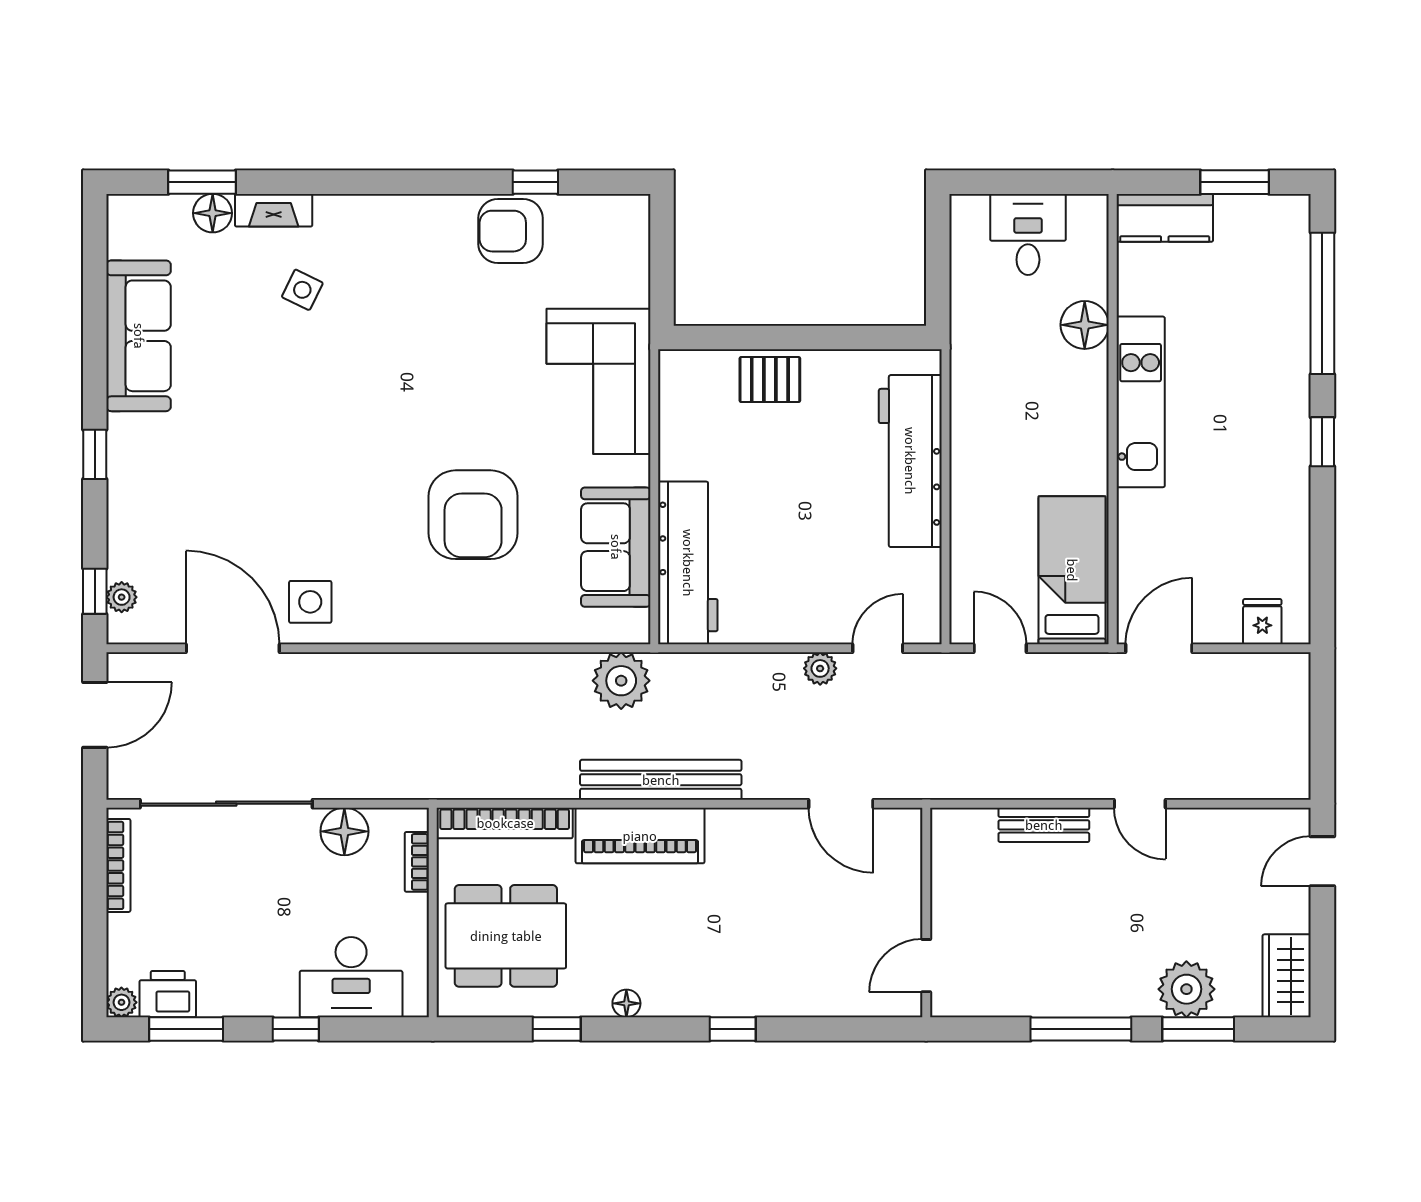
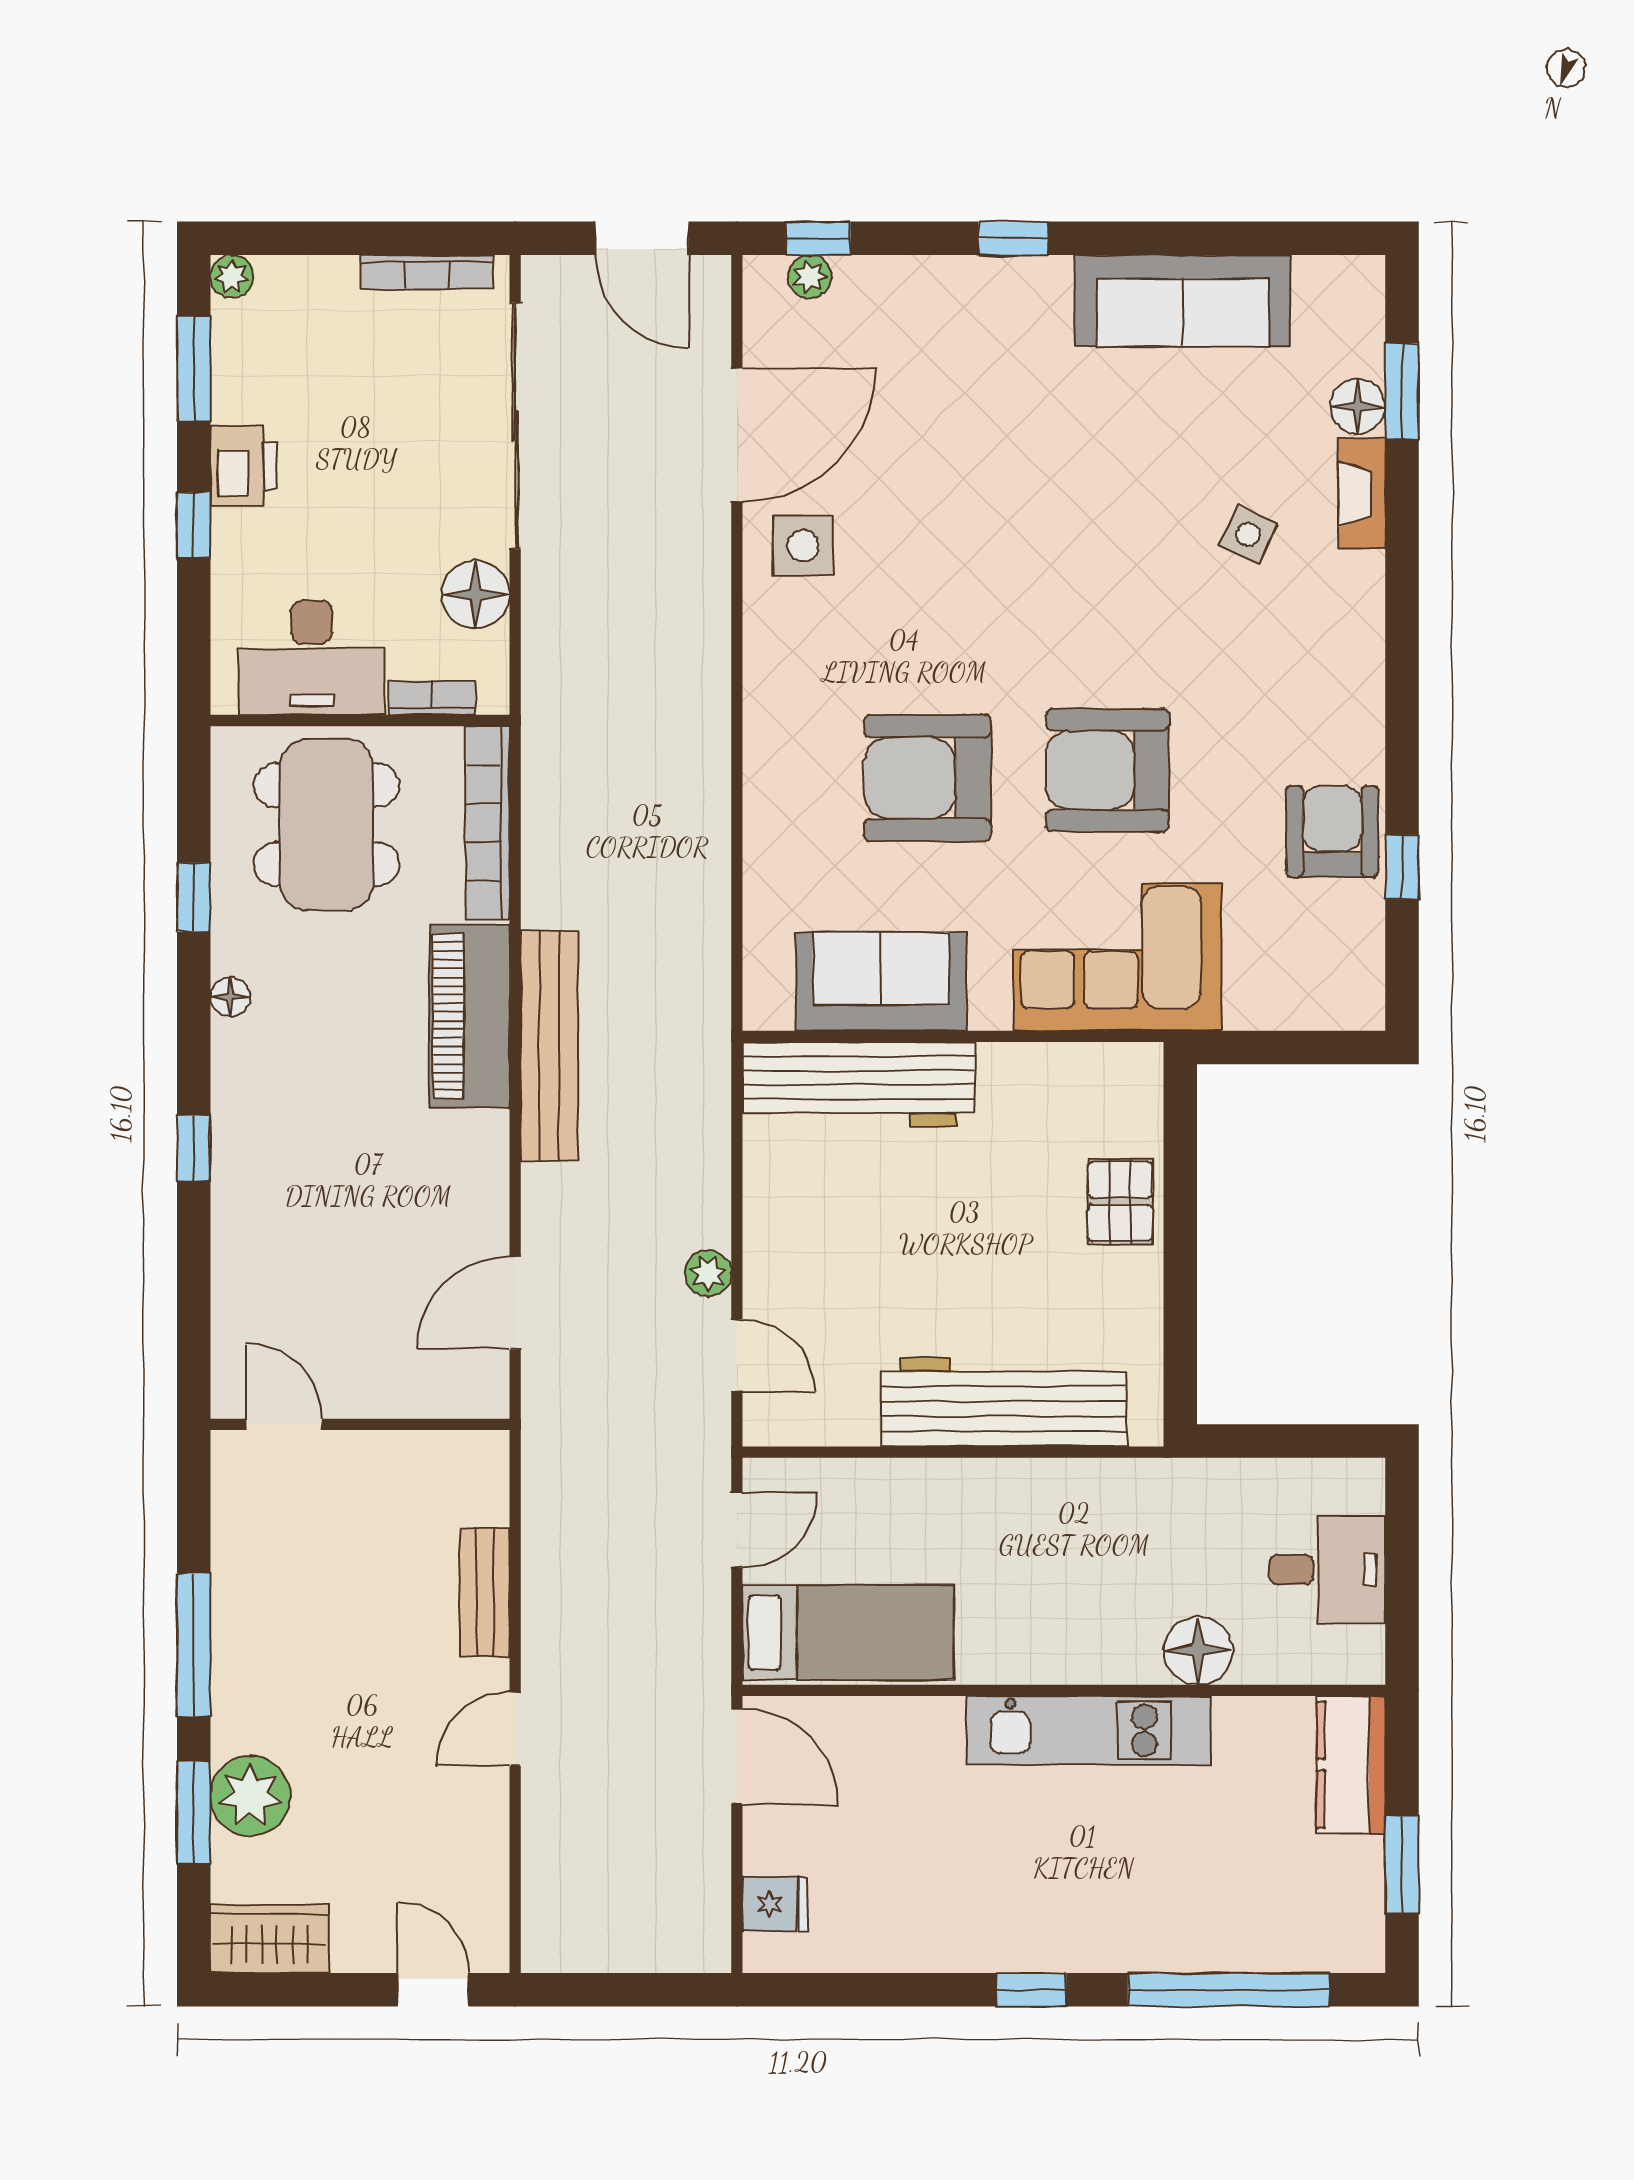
armchair: (467, 389) -> (1107, 770), added
plant: (621, 681) -> (691, 989), removed
desk: (351, 977) -> (312, 658), moved, turned -90
printer: (168, 994) -> (244, 466), moved

